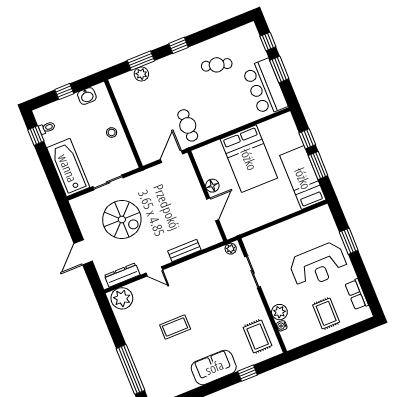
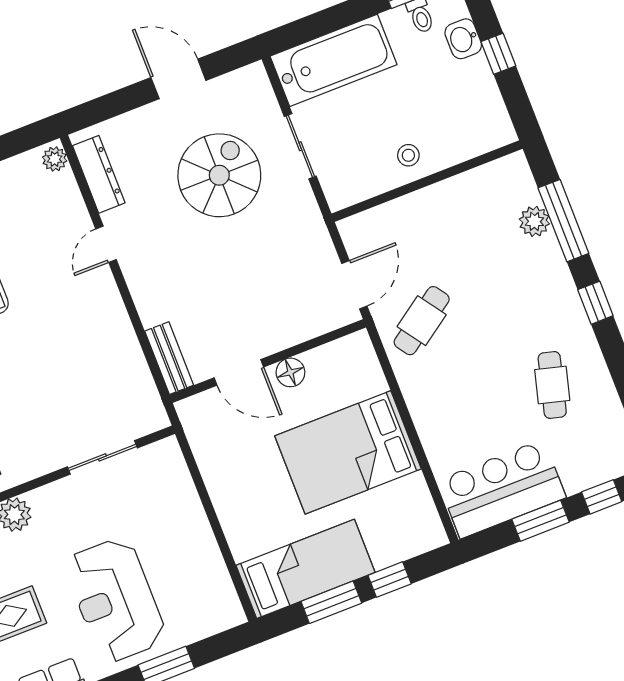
window: (141, 61) -> (563, 221), width x1.44
washbasin: (87, 96) -> (463, 39), moved
cafe table: (188, 125) -> (422, 321), turned -35
door: (172, 157) -> (354, 285), hinge flipped
spiral stairs: (122, 220) -> (219, 175), turned 180
plant: (231, 249) -> (153, 410), removed
bench: (184, 251) -> (169, 358), moved
door: (83, 252) -> (178, 79), moved
plant: (122, 298) -> (55, 159), width x0.53, depth x0.53

